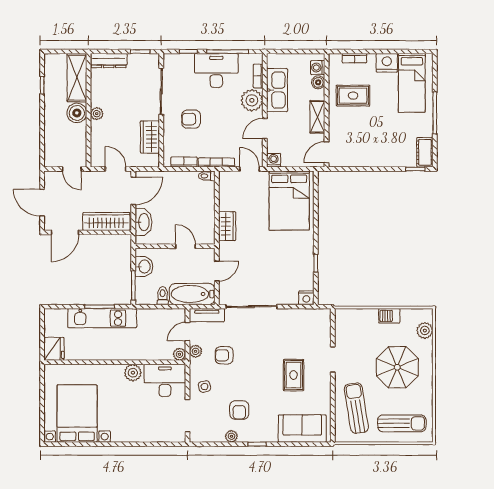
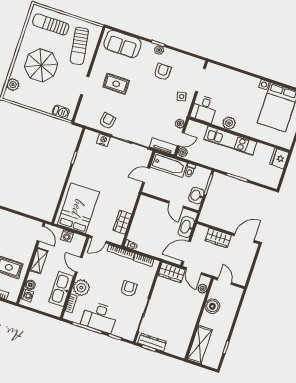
dresser: (109, 61) -> (152, 342), moved
boiler: (77, 113) -> (212, 306), moved
plant: (97, 114) -> (203, 289), moved
armchair: (191, 119) -> (129, 289), turned -90
door: (265, 128) -> (79, 265), swing flipped
wardrobe: (150, 137) -> (172, 272), moved, turned 90
door: (327, 152) -> (41, 234), hinge flipped
washing machine: (274, 160) -> (67, 236), moved
door: (250, 169) -> (99, 240), hinge flipped
door: (42, 203) -> (253, 264), removed
wardrobe: (106, 221) -> (218, 238), width x0.67
wardrobe: (227, 226) -> (122, 222), moved
door: (185, 246) -> (176, 205), moved
nightstand: (306, 298) -> (103, 140), moved
barbecue: (389, 316) -> (61, 112), moved
kitchen unit: (102, 318) -> (230, 141), moved, turned 180
plant: (179, 354) -> (183, 152), moved
armchair: (224, 355) -> (107, 121), moved, turned -80
rug: (294, 375) -> (116, 84), turned 90
desk: (165, 380) -> (204, 109), width x0.73
plant: (231, 436) -> (159, 50), moved

